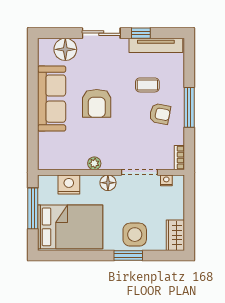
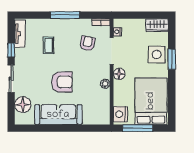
tv unit: (156, 45) -> (20, 34), width x0.71
armchair: (160, 114) -> (87, 43), moved
nightstand: (69, 184) -> (120, 114), moved

